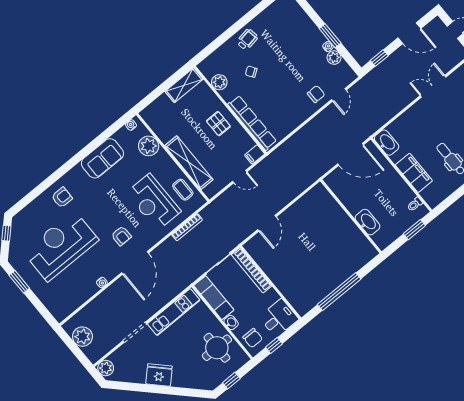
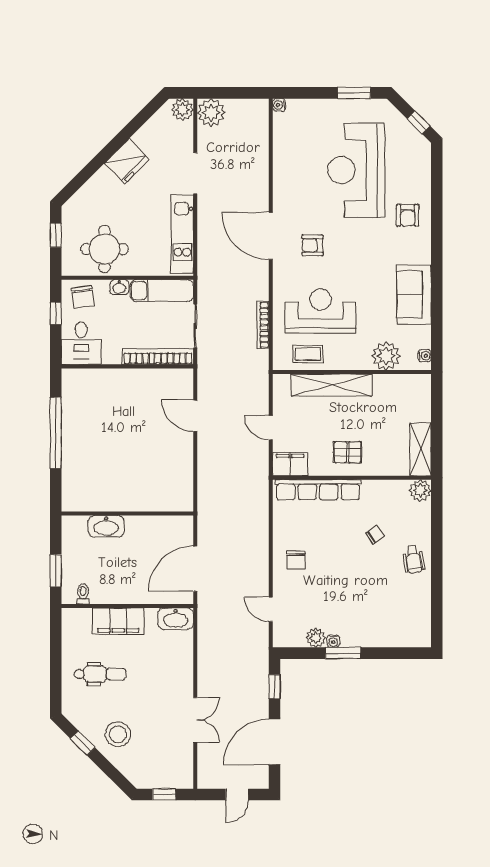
door: (409, 33) -> (275, 742), width x1.36
plant: (219, 82) -> (420, 490), moved
chair: (316, 94) -> (296, 560), moved
filing cabinet: (255, 154) -> (290, 464), width x2.00
door: (240, 177) -> (271, 428), hinge flipped
reception desk: (61, 246) -> (356, 170), turned 180
water cooler: (102, 282) -> (279, 105), moved
plant: (82, 337) -> (211, 112), moved
chair: (253, 338) -> (83, 297), turned -98

